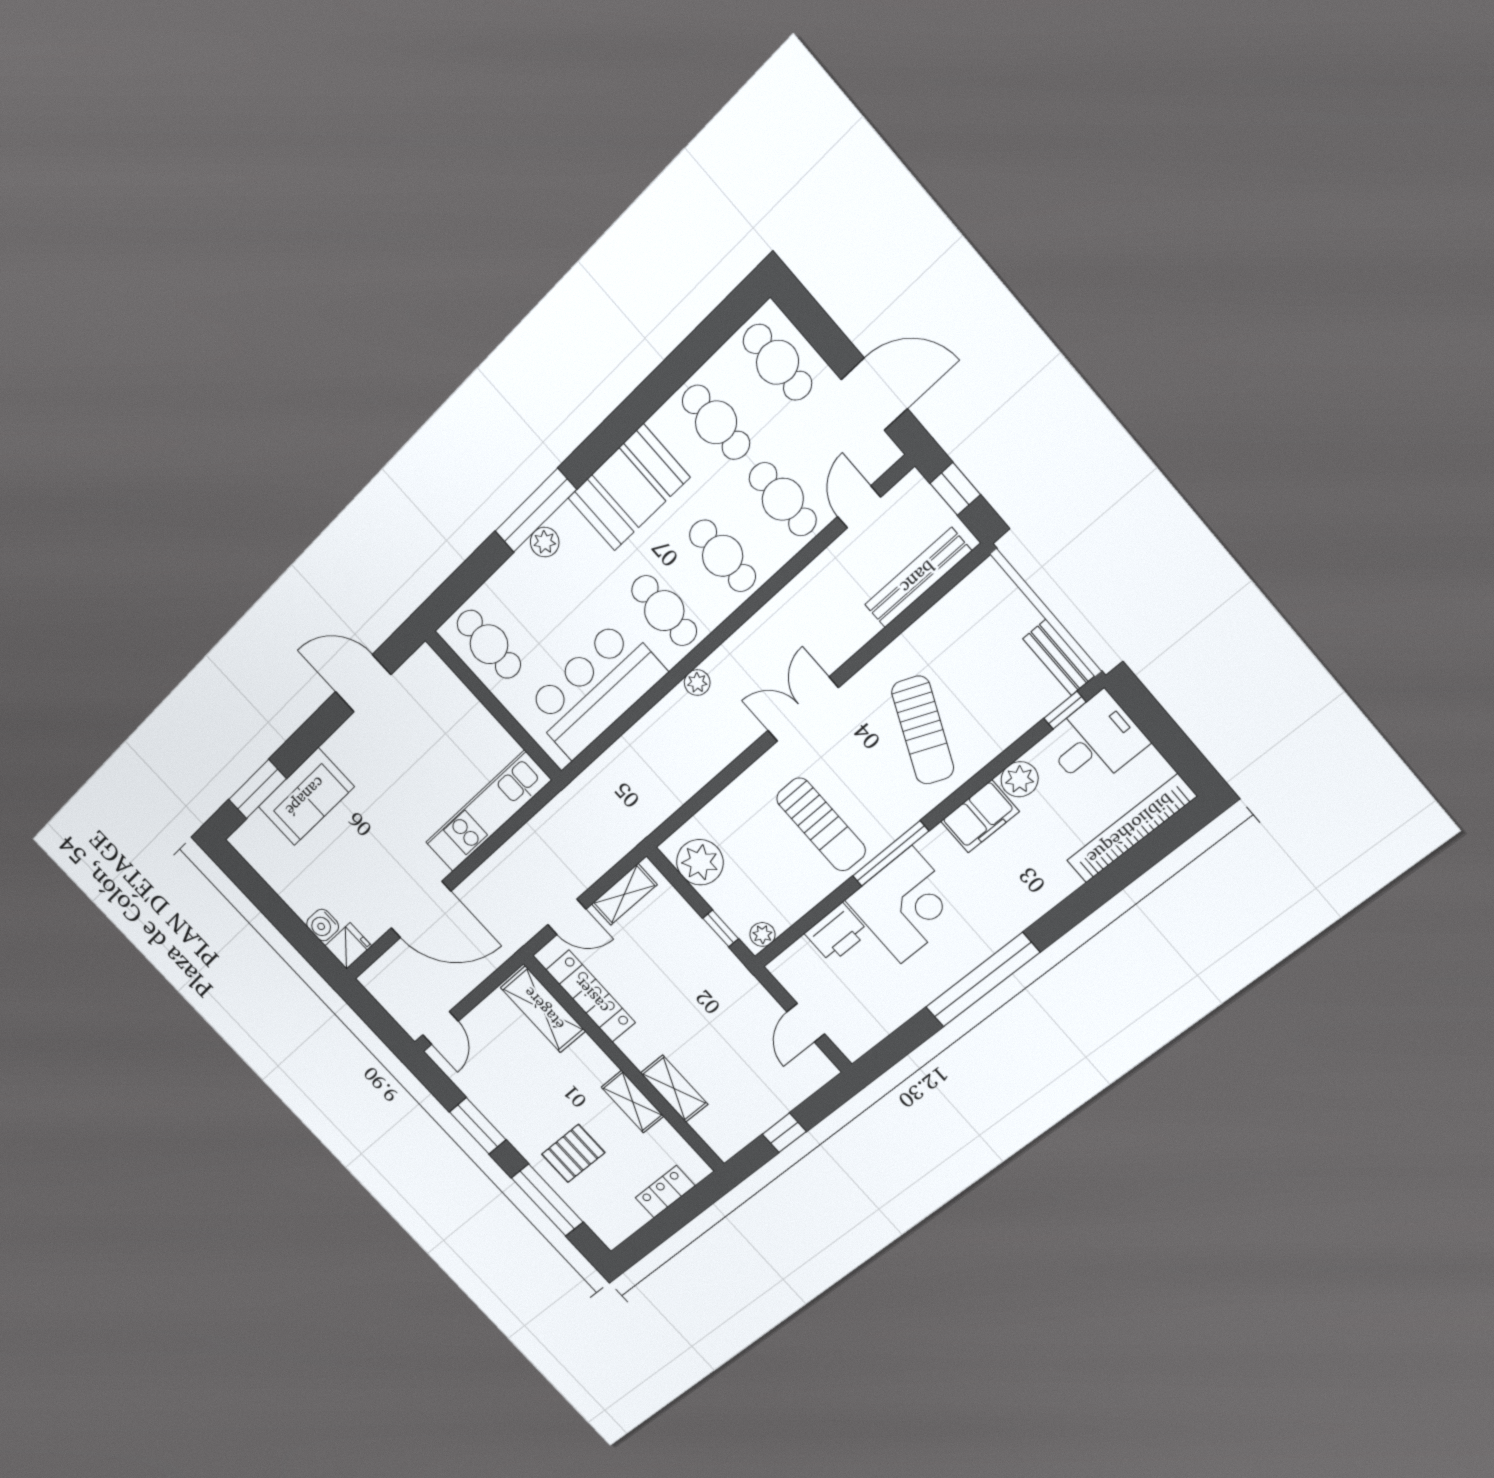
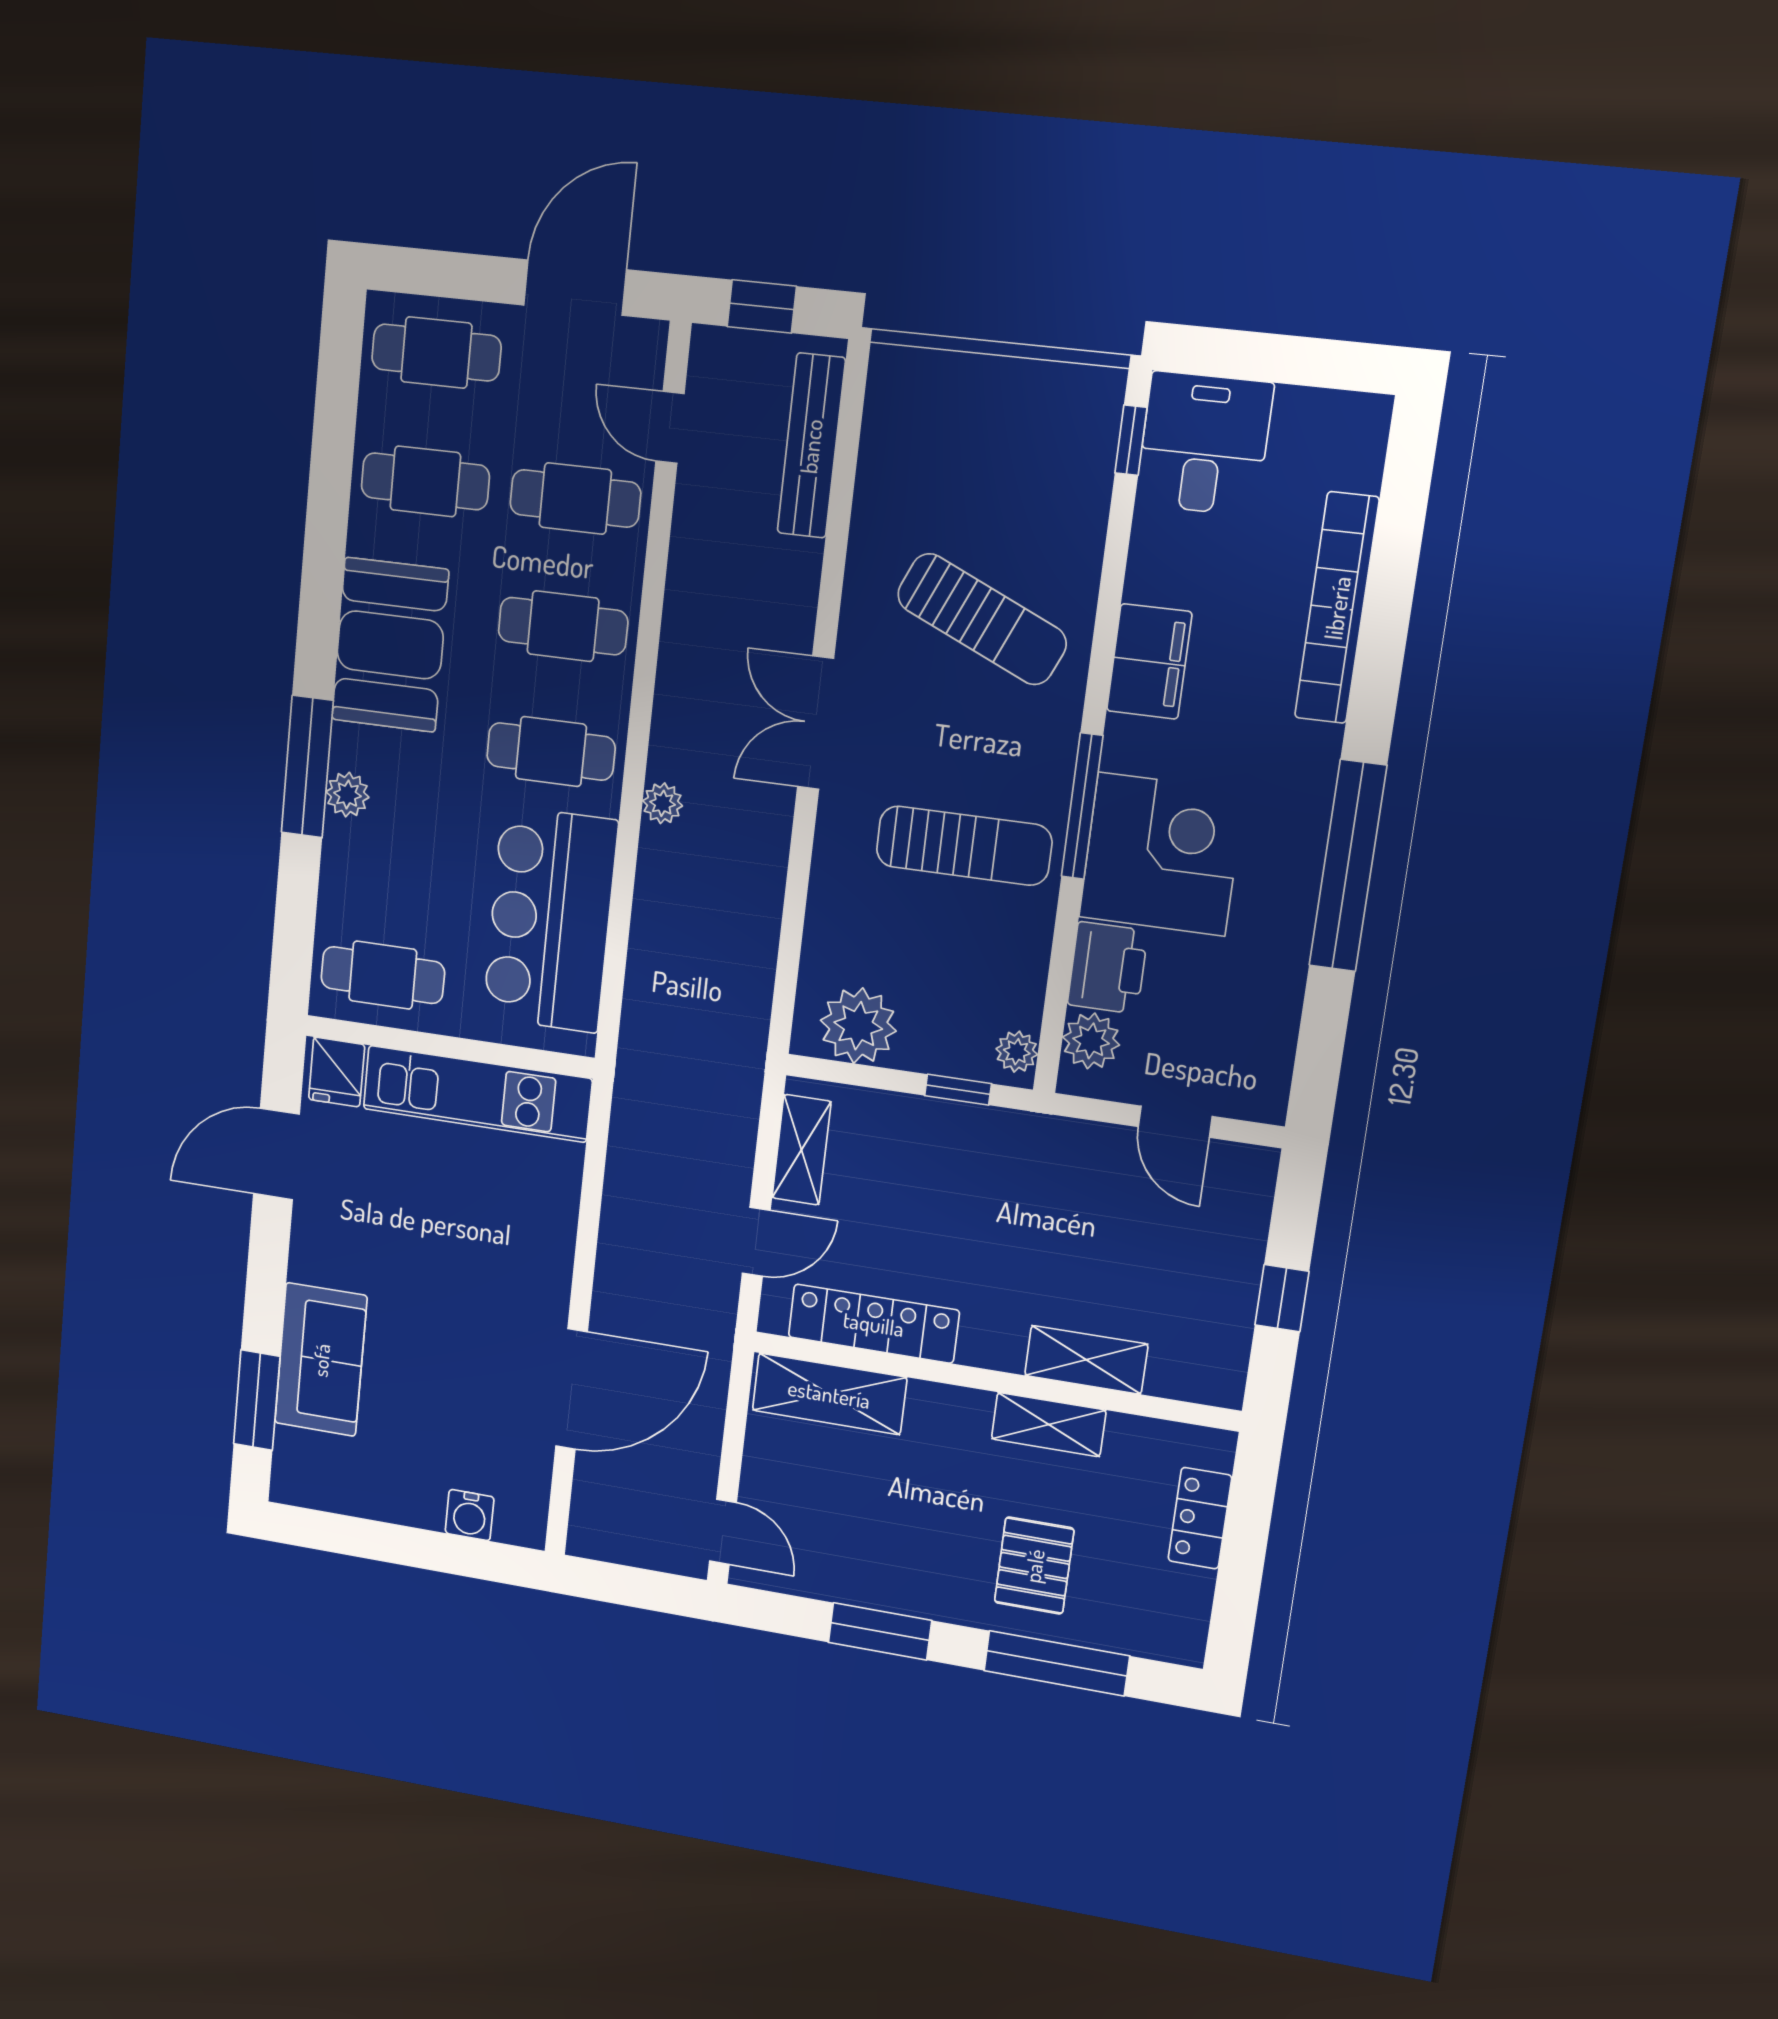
bench: (1059, 657) -> (1064, 386), removed
plant: (1020, 779) -> (1091, 1041), moved
kitchen unit: (488, 811) -> (477, 1094), moved, turned -90
bookcase: (1131, 829) -> (1337, 608), moved
fridge: (348, 946) -> (337, 1072), moved, turned 180

